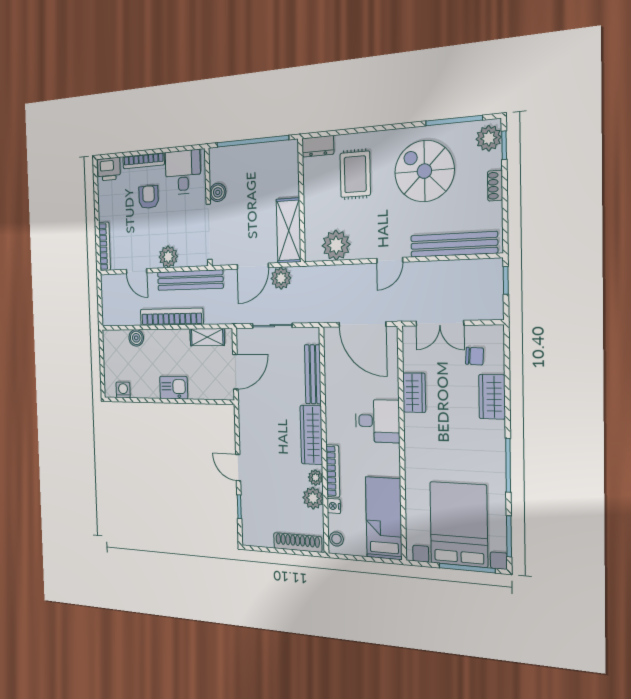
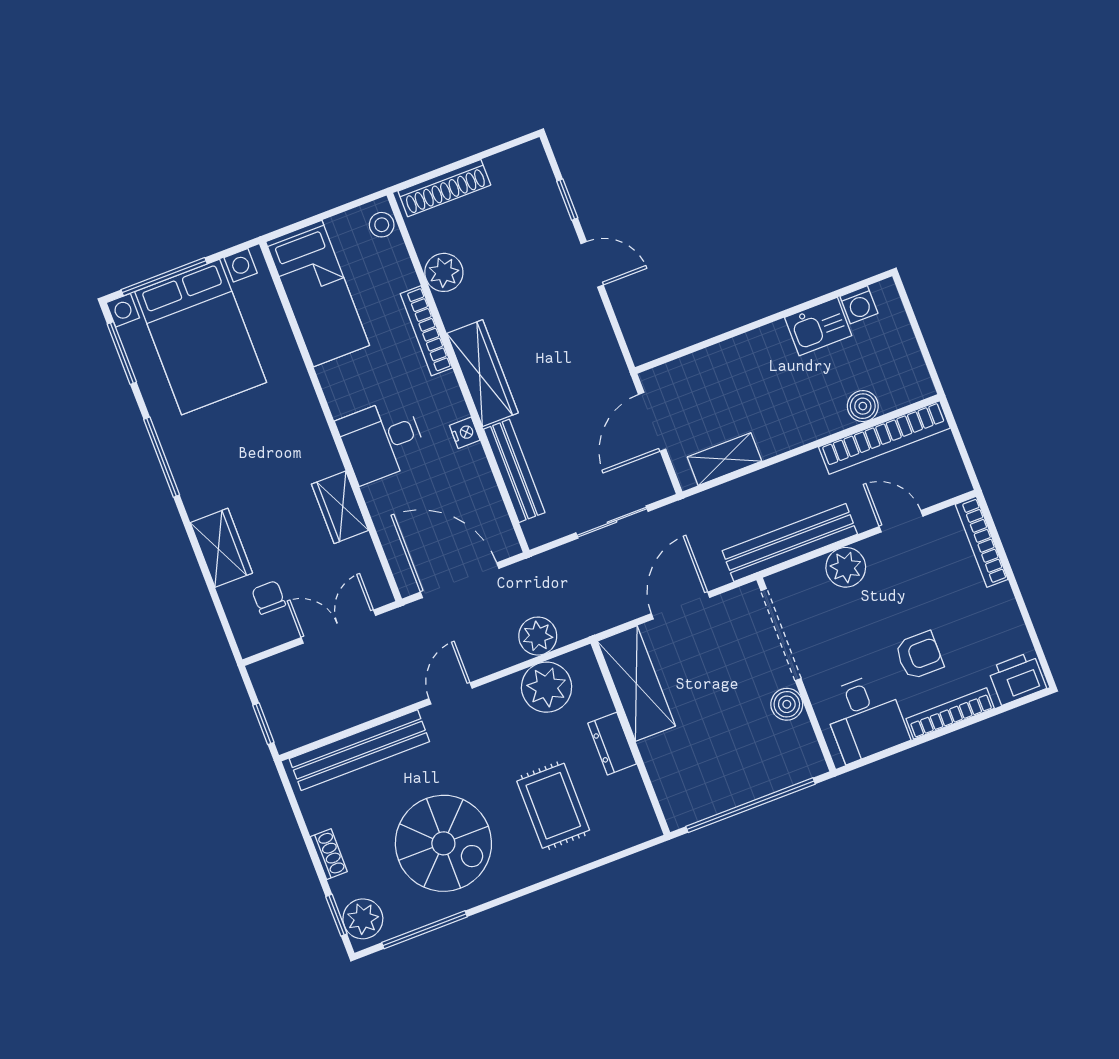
dresser: (318, 146) -> (612, 744), moved, turned -90
armchair: (149, 197) -> (919, 655), turned -90
plant: (281, 278) -> (538, 636), moved
bookcase: (172, 317) -> (884, 437), moved
chair: (475, 356) -> (269, 597), turned 87
kitchen sink: (174, 388) -> (818, 327), moved
plant: (316, 478) -> (451, 307), removed
nightstand: (334, 506) -> (465, 433), moved

